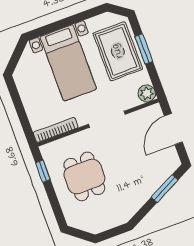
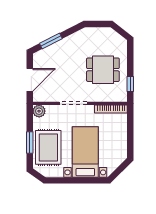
dining table: (84, 176) -> (103, 70), turned 90

